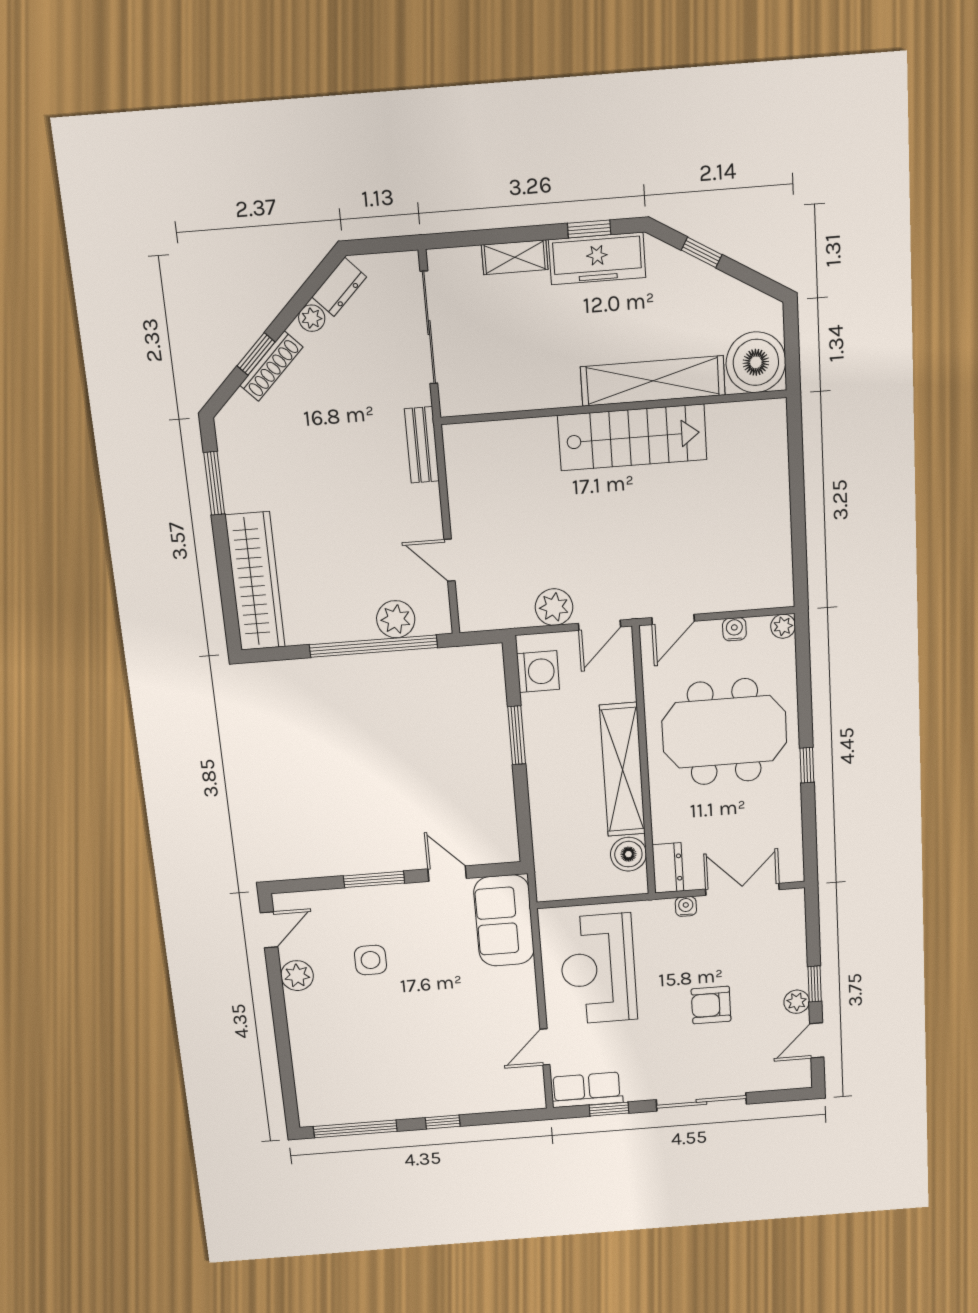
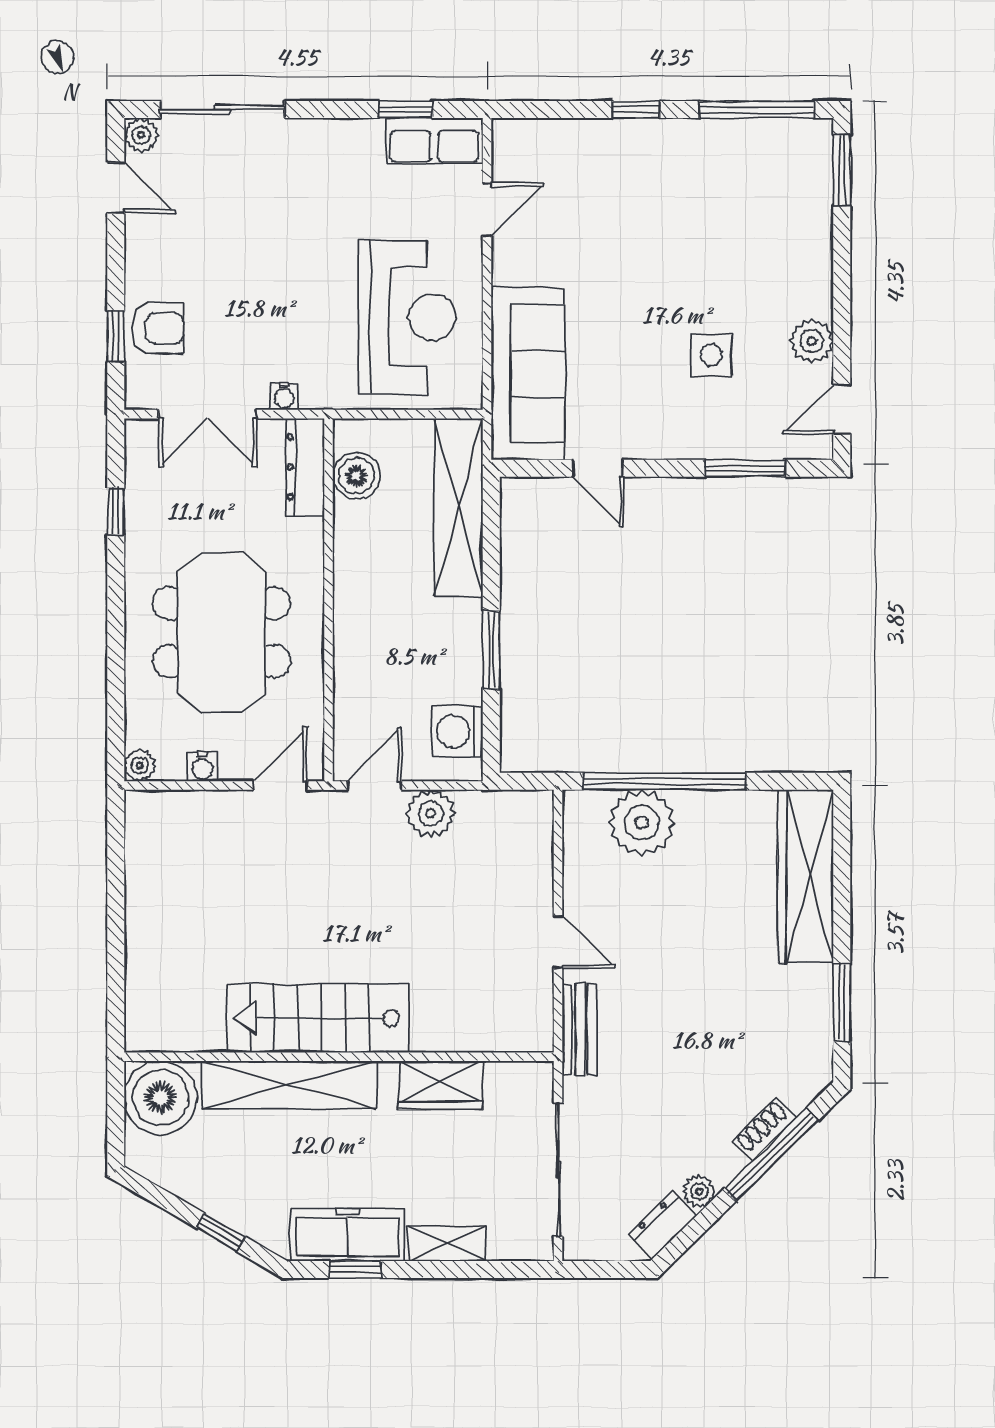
window: (256, 354) -> (772, 1154), width x2.17
shoe rack: (271, 366) -> (764, 1129), width x0.70
wardrobe: (530, 390) -> (440, 1085), added
door: (450, 560) -> (558, 942), moved
plant: (396, 619) -> (642, 823), width x1.36, depth x1.36
meeting table: (724, 732) -> (222, 632), turned 90
window: (807, 765) -> (116, 511), moved
shelving: (622, 770) -> (459, 508), moved
dresser: (668, 868) -> (305, 467), width x1.44
window: (374, 879) -> (745, 468), moved
sofa: (504, 921) -> (528, 373), width x1.36
window: (815, 984) -> (116, 336), moved
plant: (797, 1002) -> (141, 135), moved
armchair: (711, 1005) -> (158, 328), moved
door: (817, 1040) -> (116, 188), hinge flipped
window: (289, 1093) -> (842, 170), added
sliding door: (701, 1102) -> (222, 109), moved

